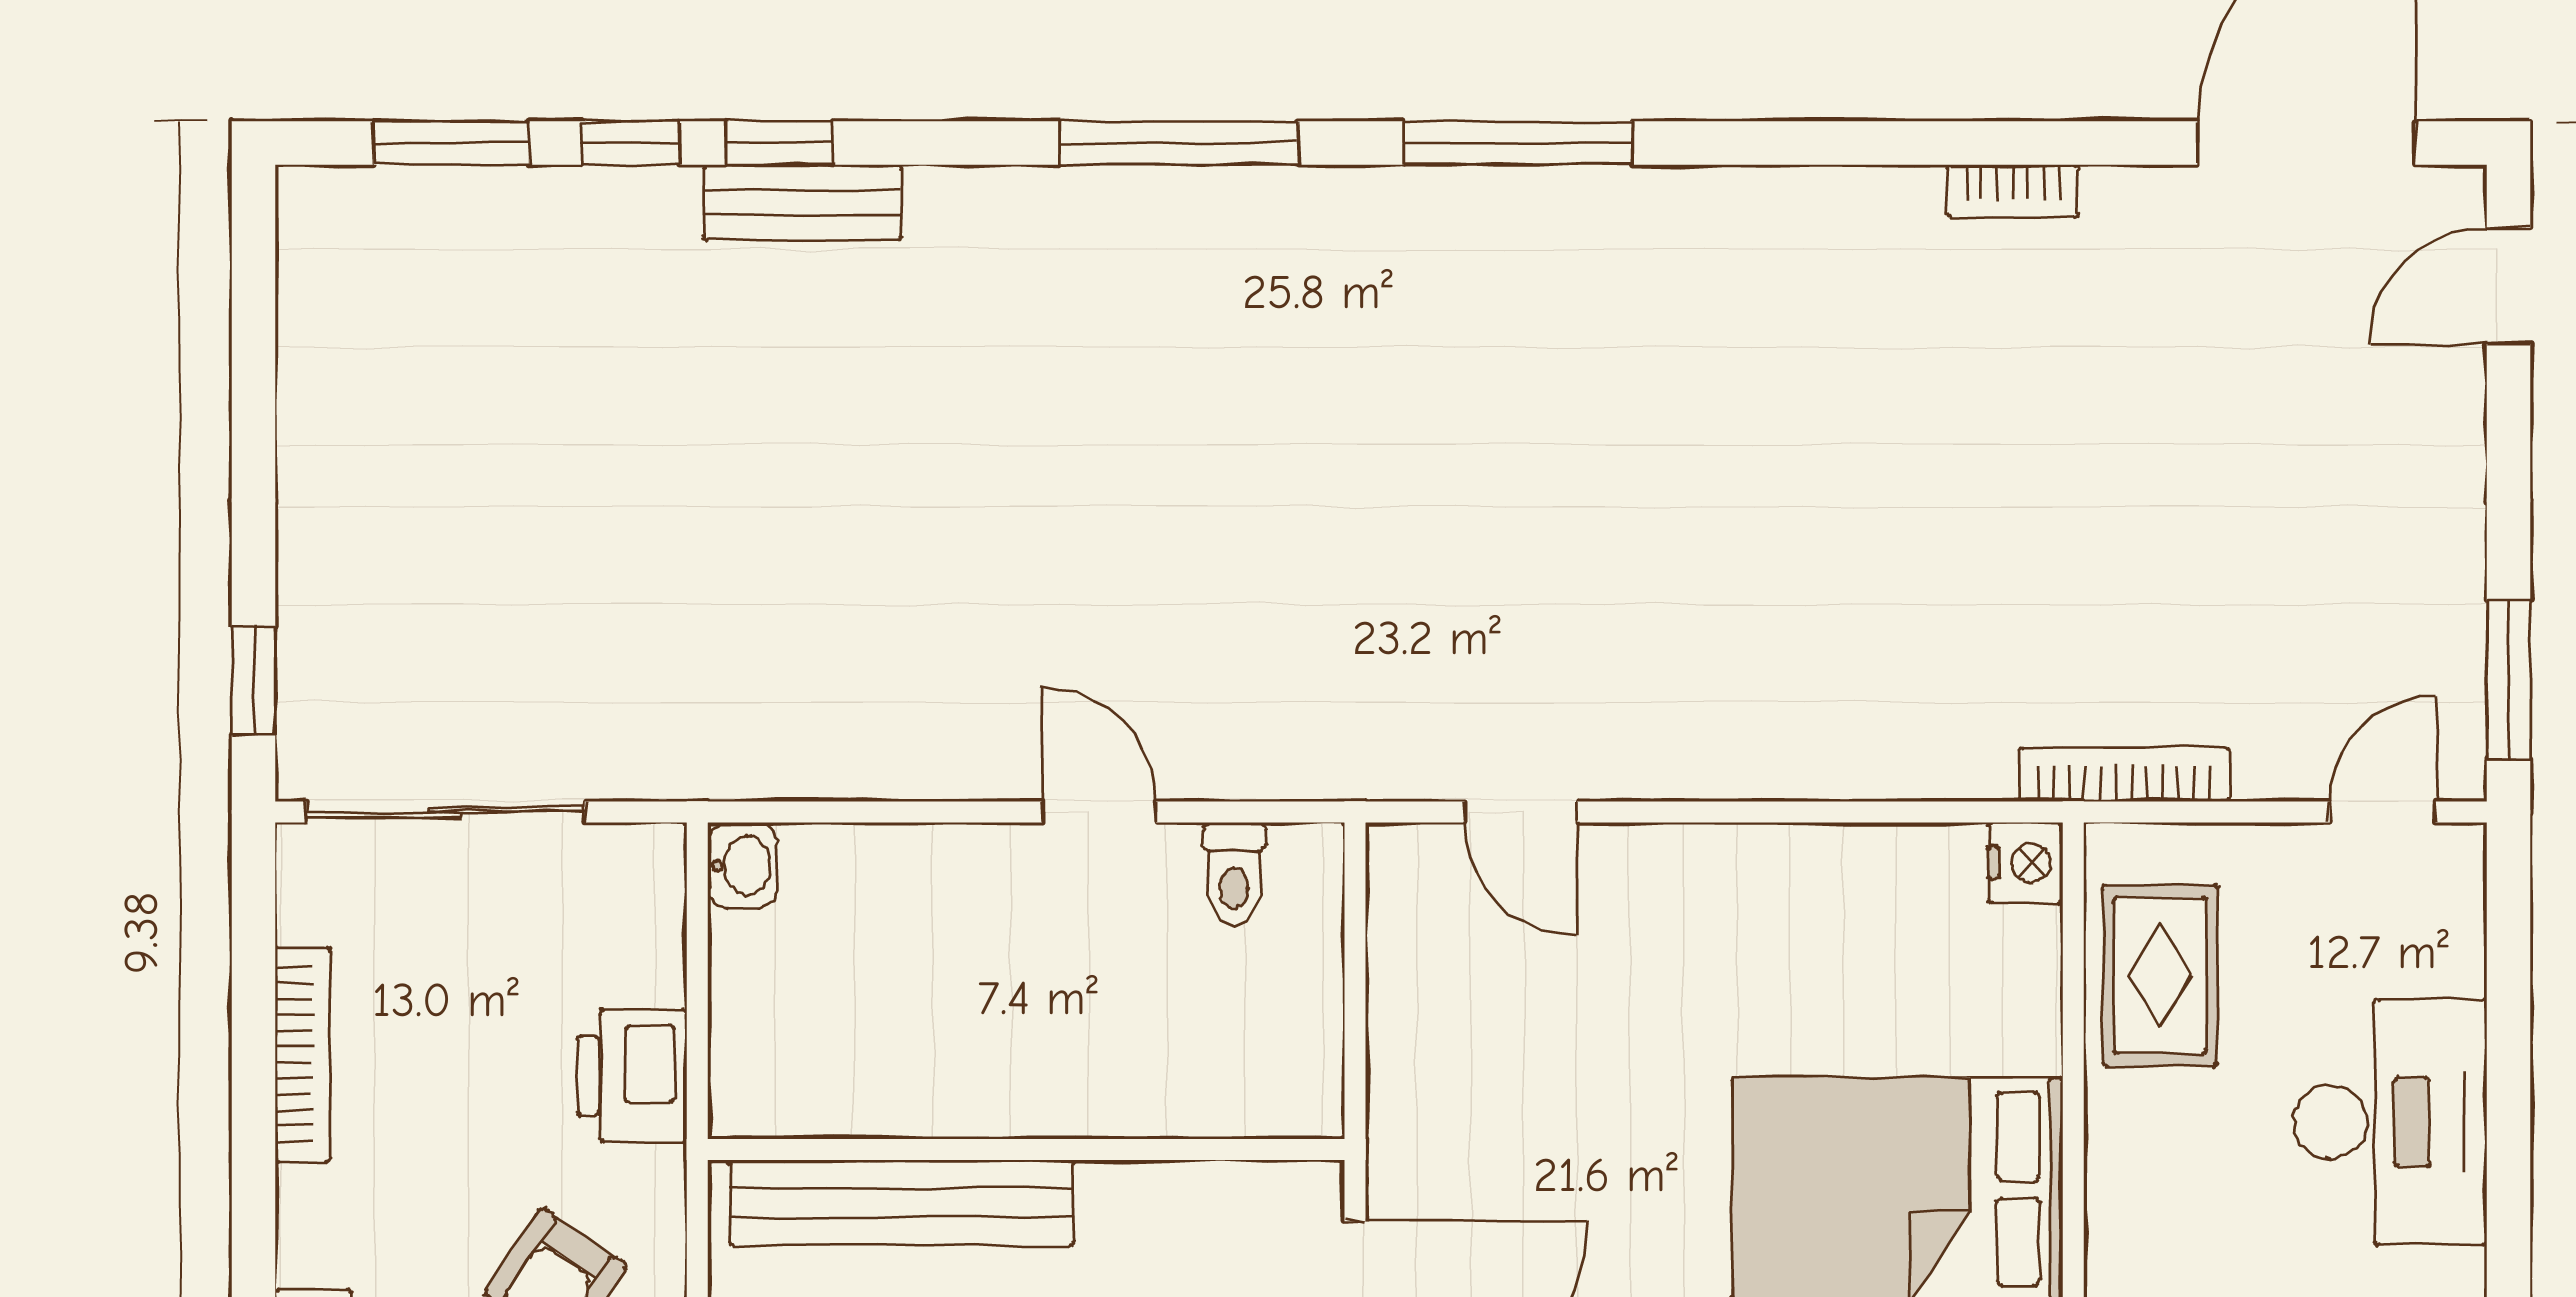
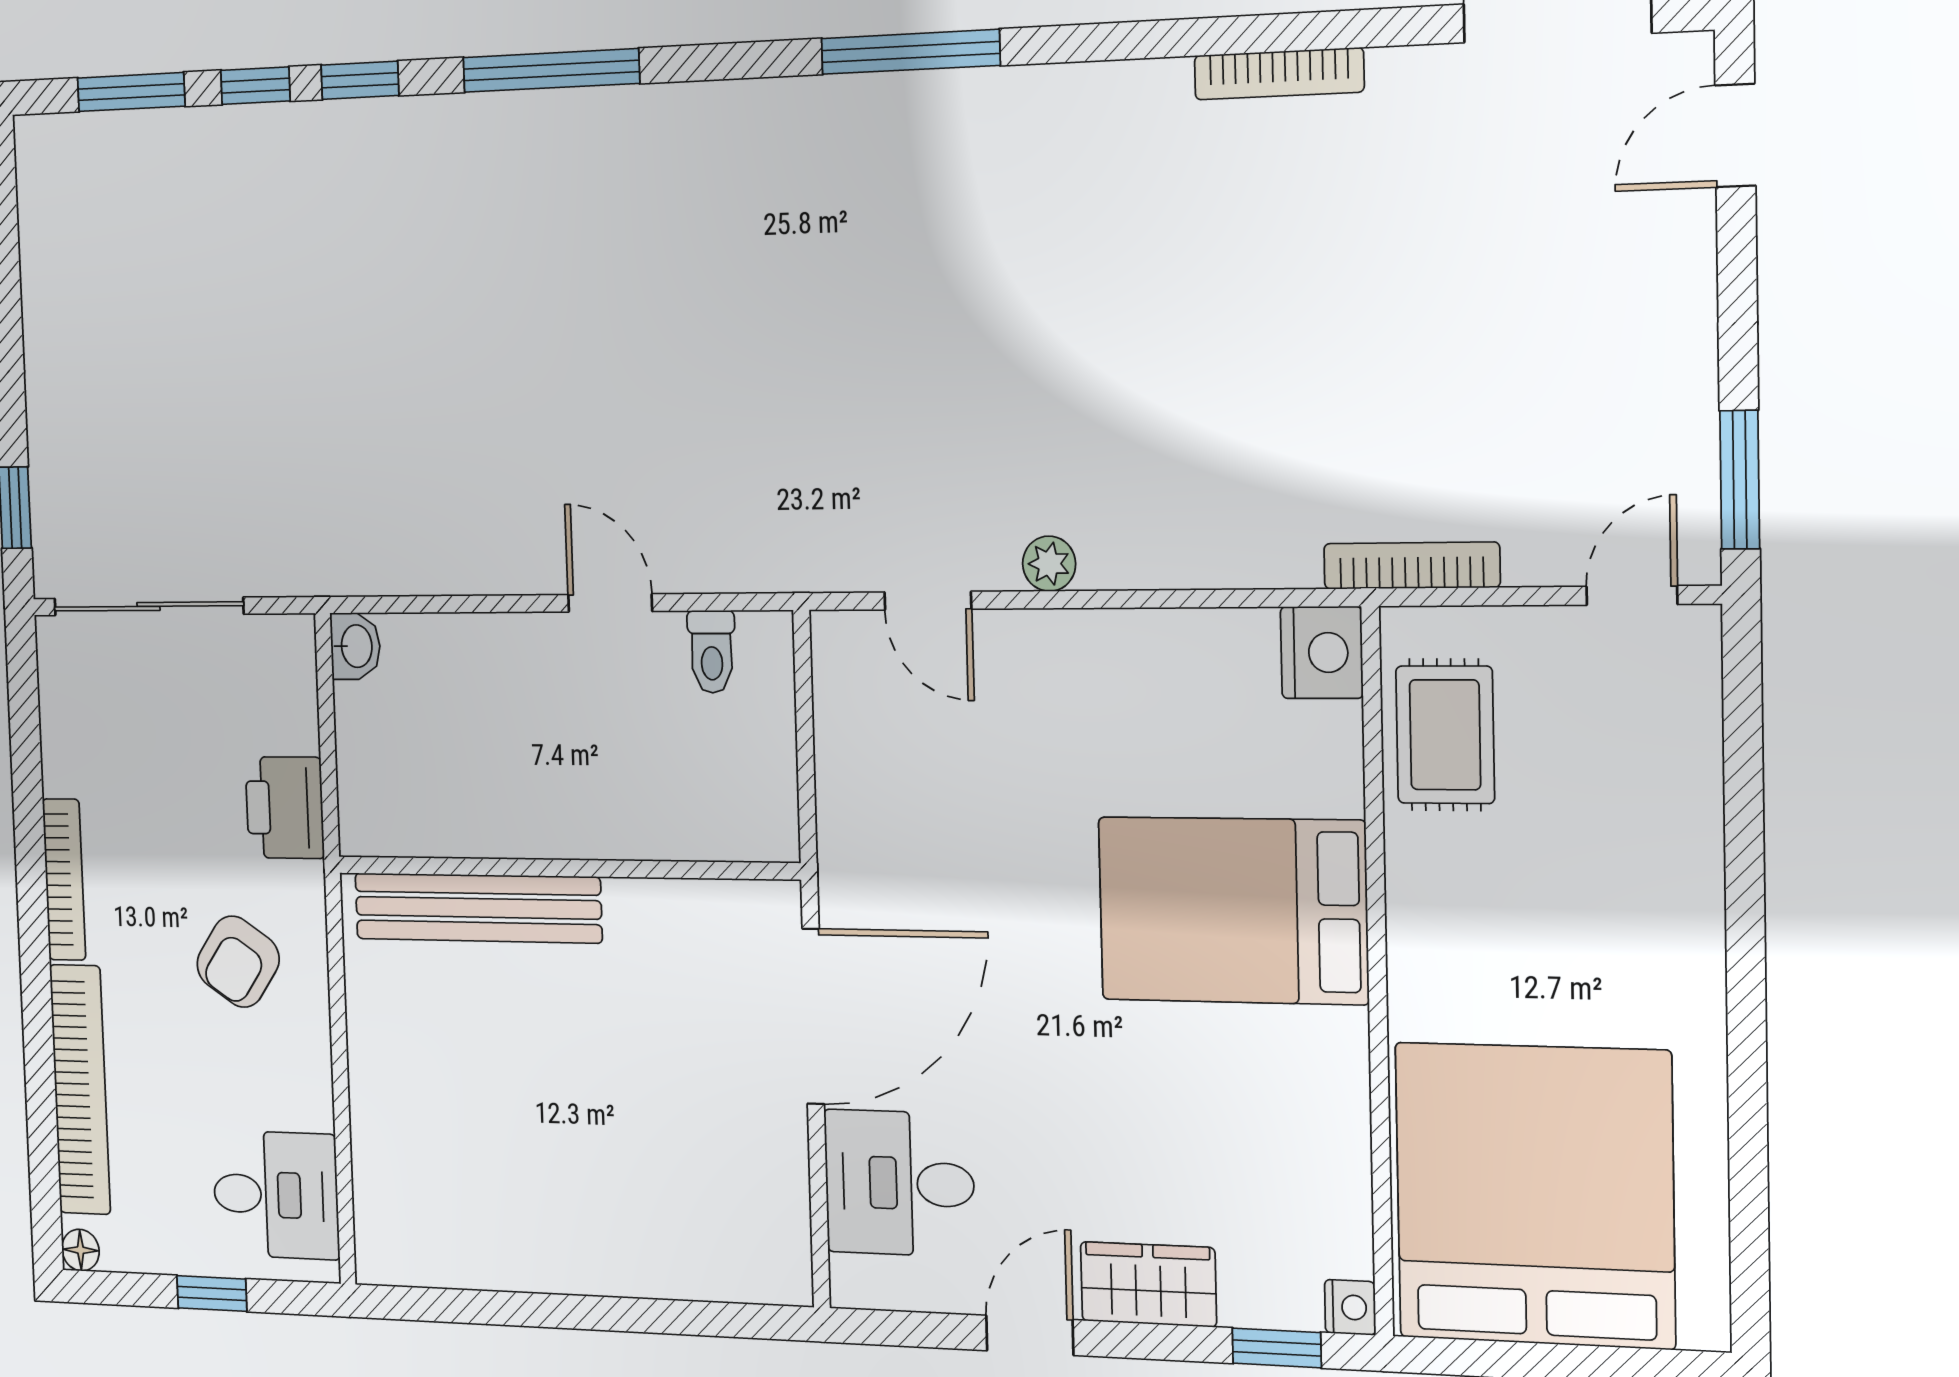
window: (1179, 143) -> (551, 70), moved
bookcase: (2013, 191) -> (1279, 74), width x1.56
bench: (803, 202) -> (379, 126), removed
plant: (1677, 768) -> (1049, 564), added
nightstand: (2026, 863) -> (1322, 652), width x1.36, depth x1.33
bookcase: (303, 1055) -> (64, 880), moved
desk: (2390, 1122) -> (1642, 860), removed

